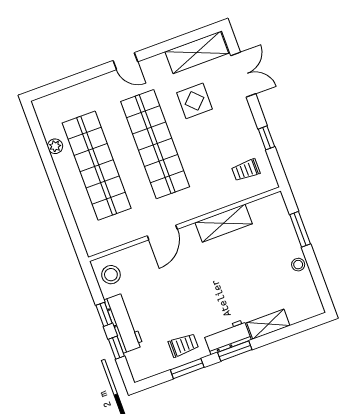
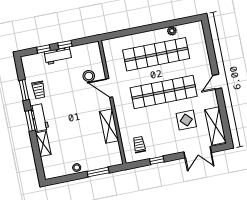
stool: (111, 275) -> (89, 76), moved
workbench: (124, 323) -> (58, 56), width x0.73

